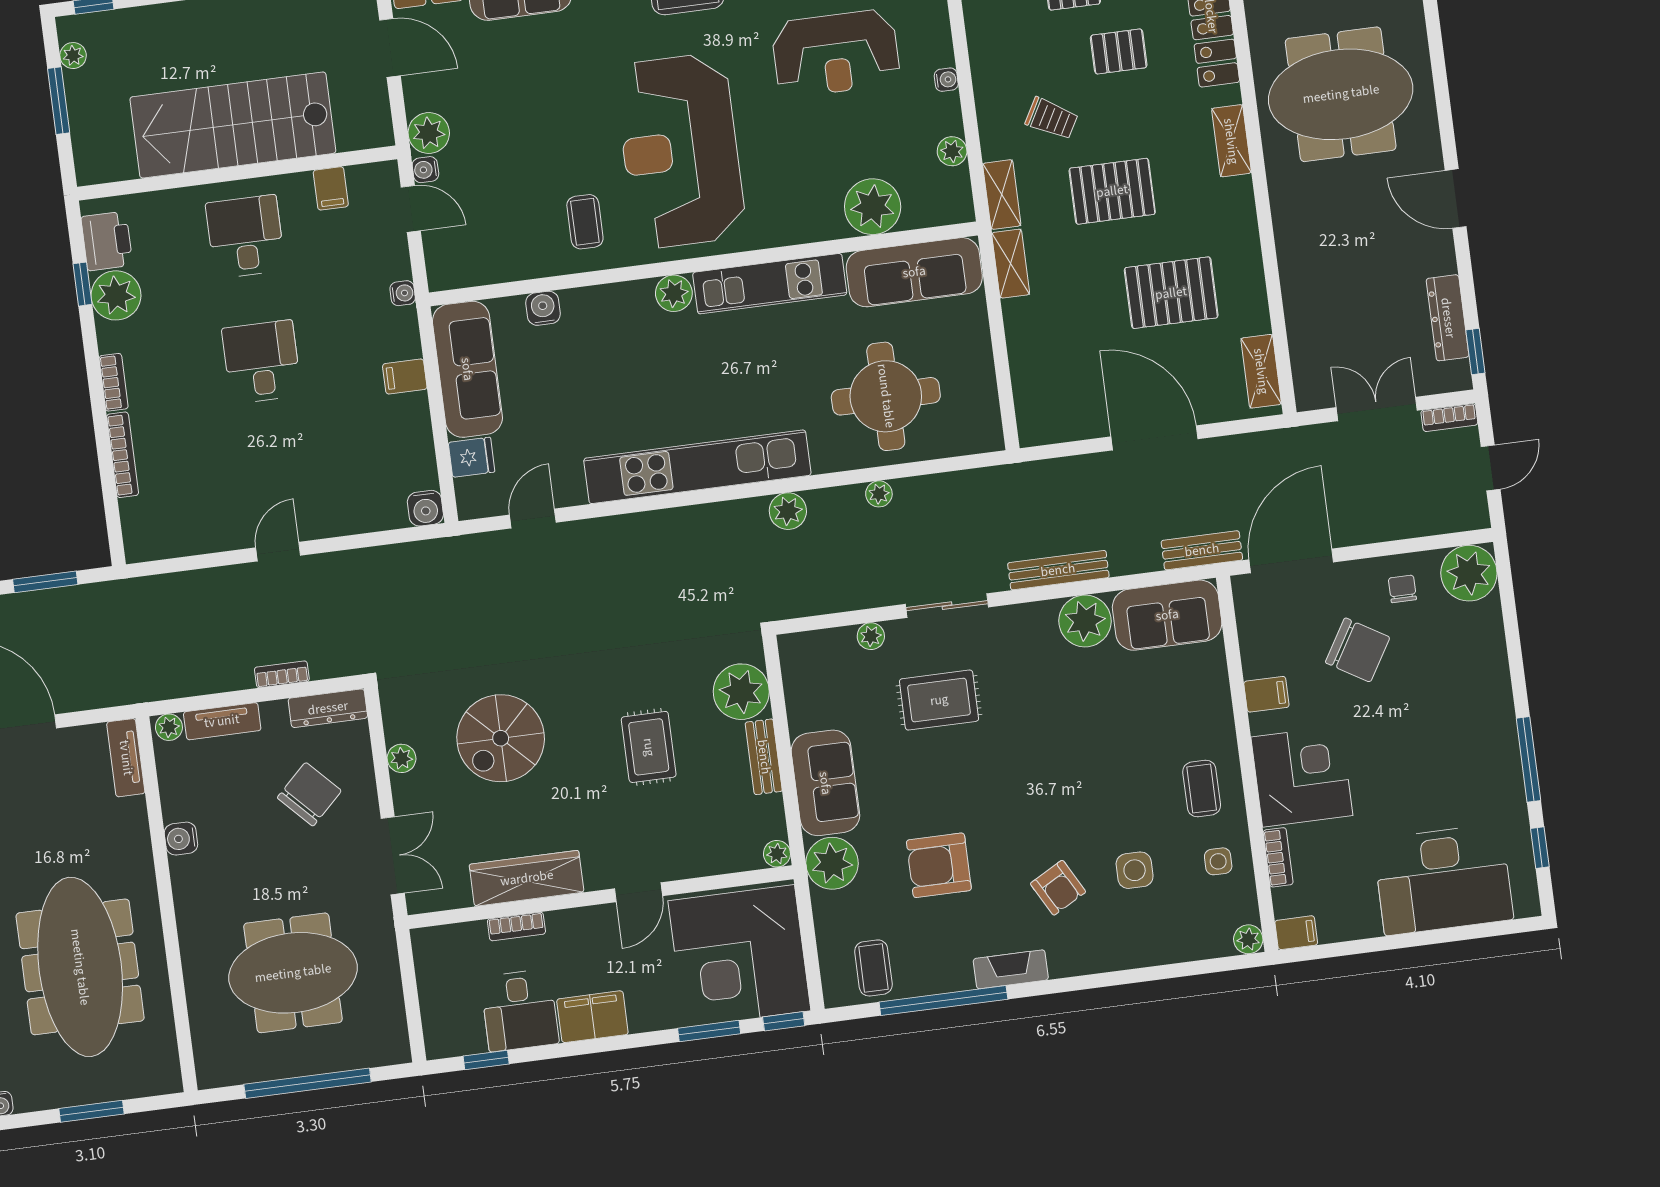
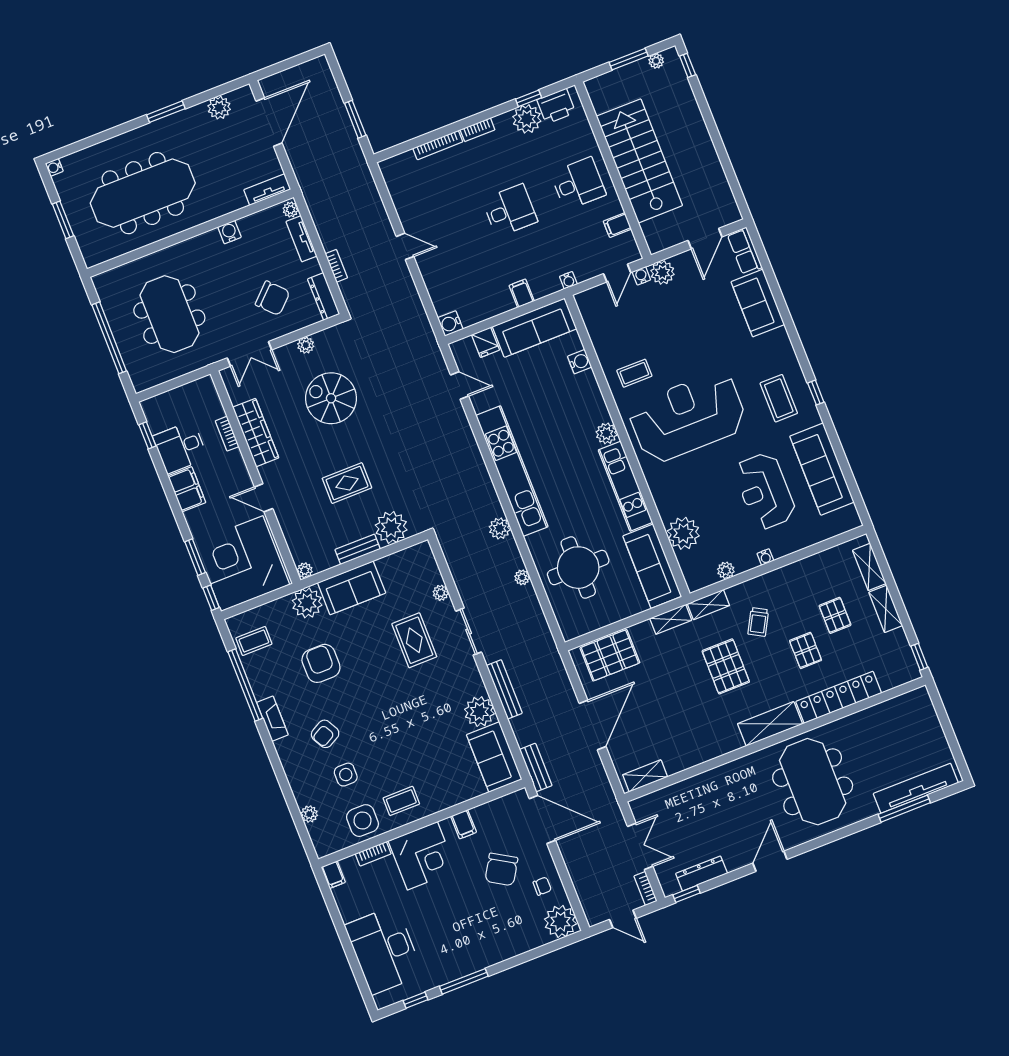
shelving: (1231, 141) -> (770, 724), width x1.50, depth x1.33
pallet: (1171, 293) -> (610, 655), moved, turned 90
side table: (1218, 861) -> (363, 821), width x1.87, depth x1.87
plant: (1248, 939) -> (309, 814), moved

